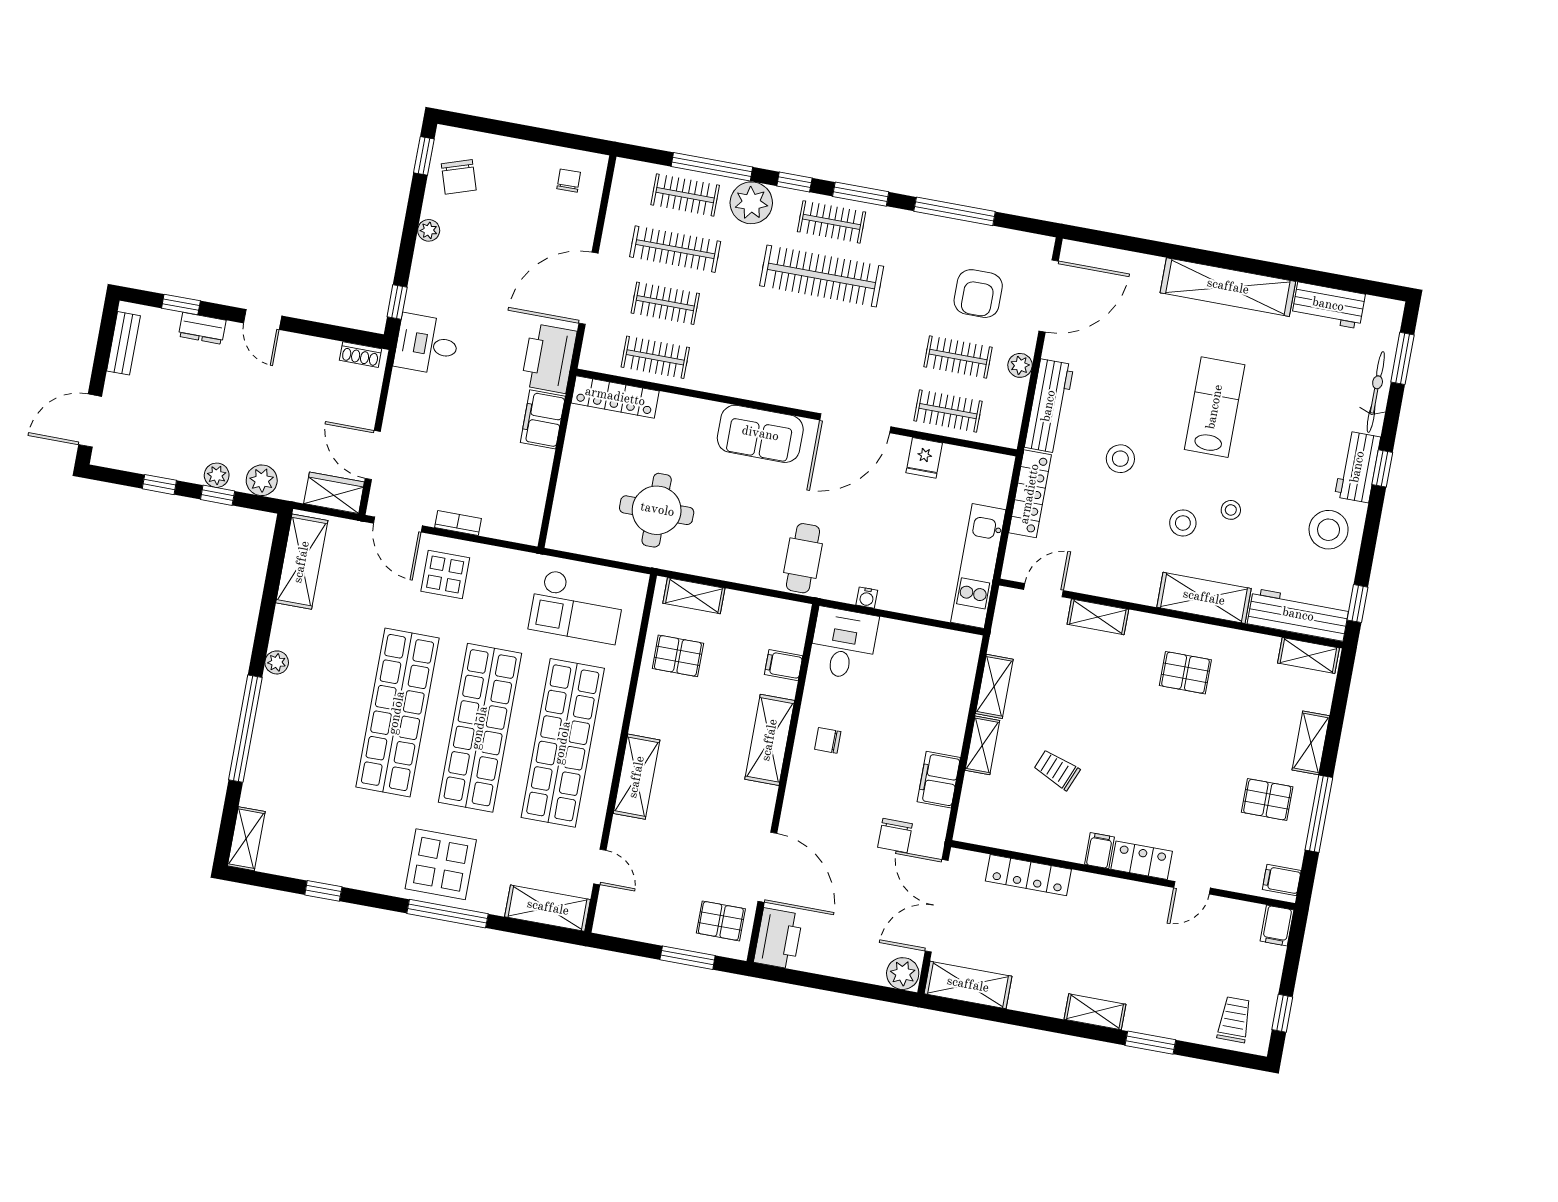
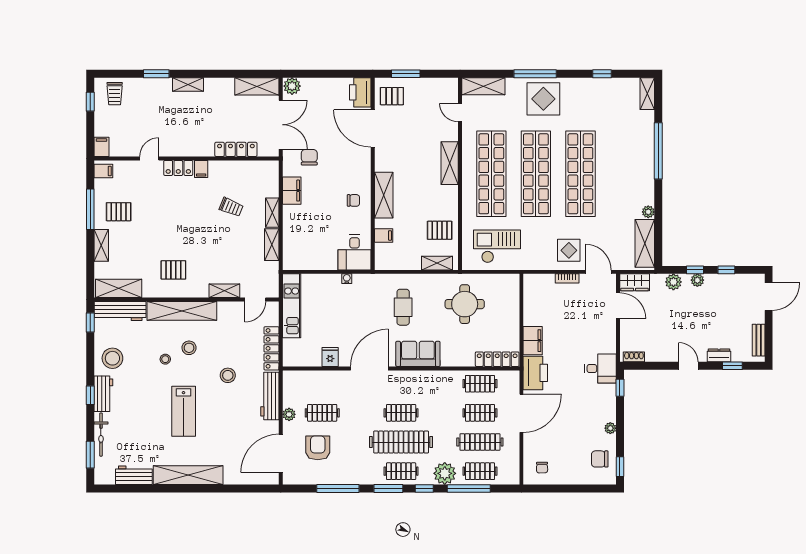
chair: (459, 177) -> (600, 459), turned -72
clothes rail: (948, 411) -> (401, 413), moved
cafe table: (803, 558) -> (403, 307), moved
shelving: (1204, 598) -> (182, 311), width x1.47
shelving: (1308, 655) -> (119, 288), width x1.50, depth x1.33
plant: (277, 662) -> (648, 212), moved

